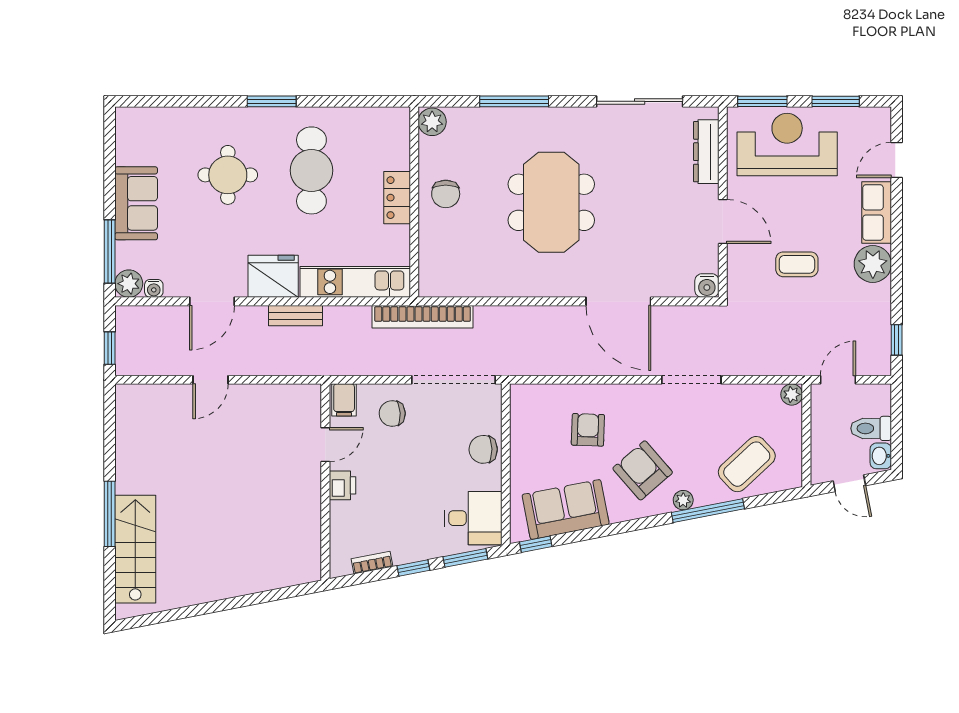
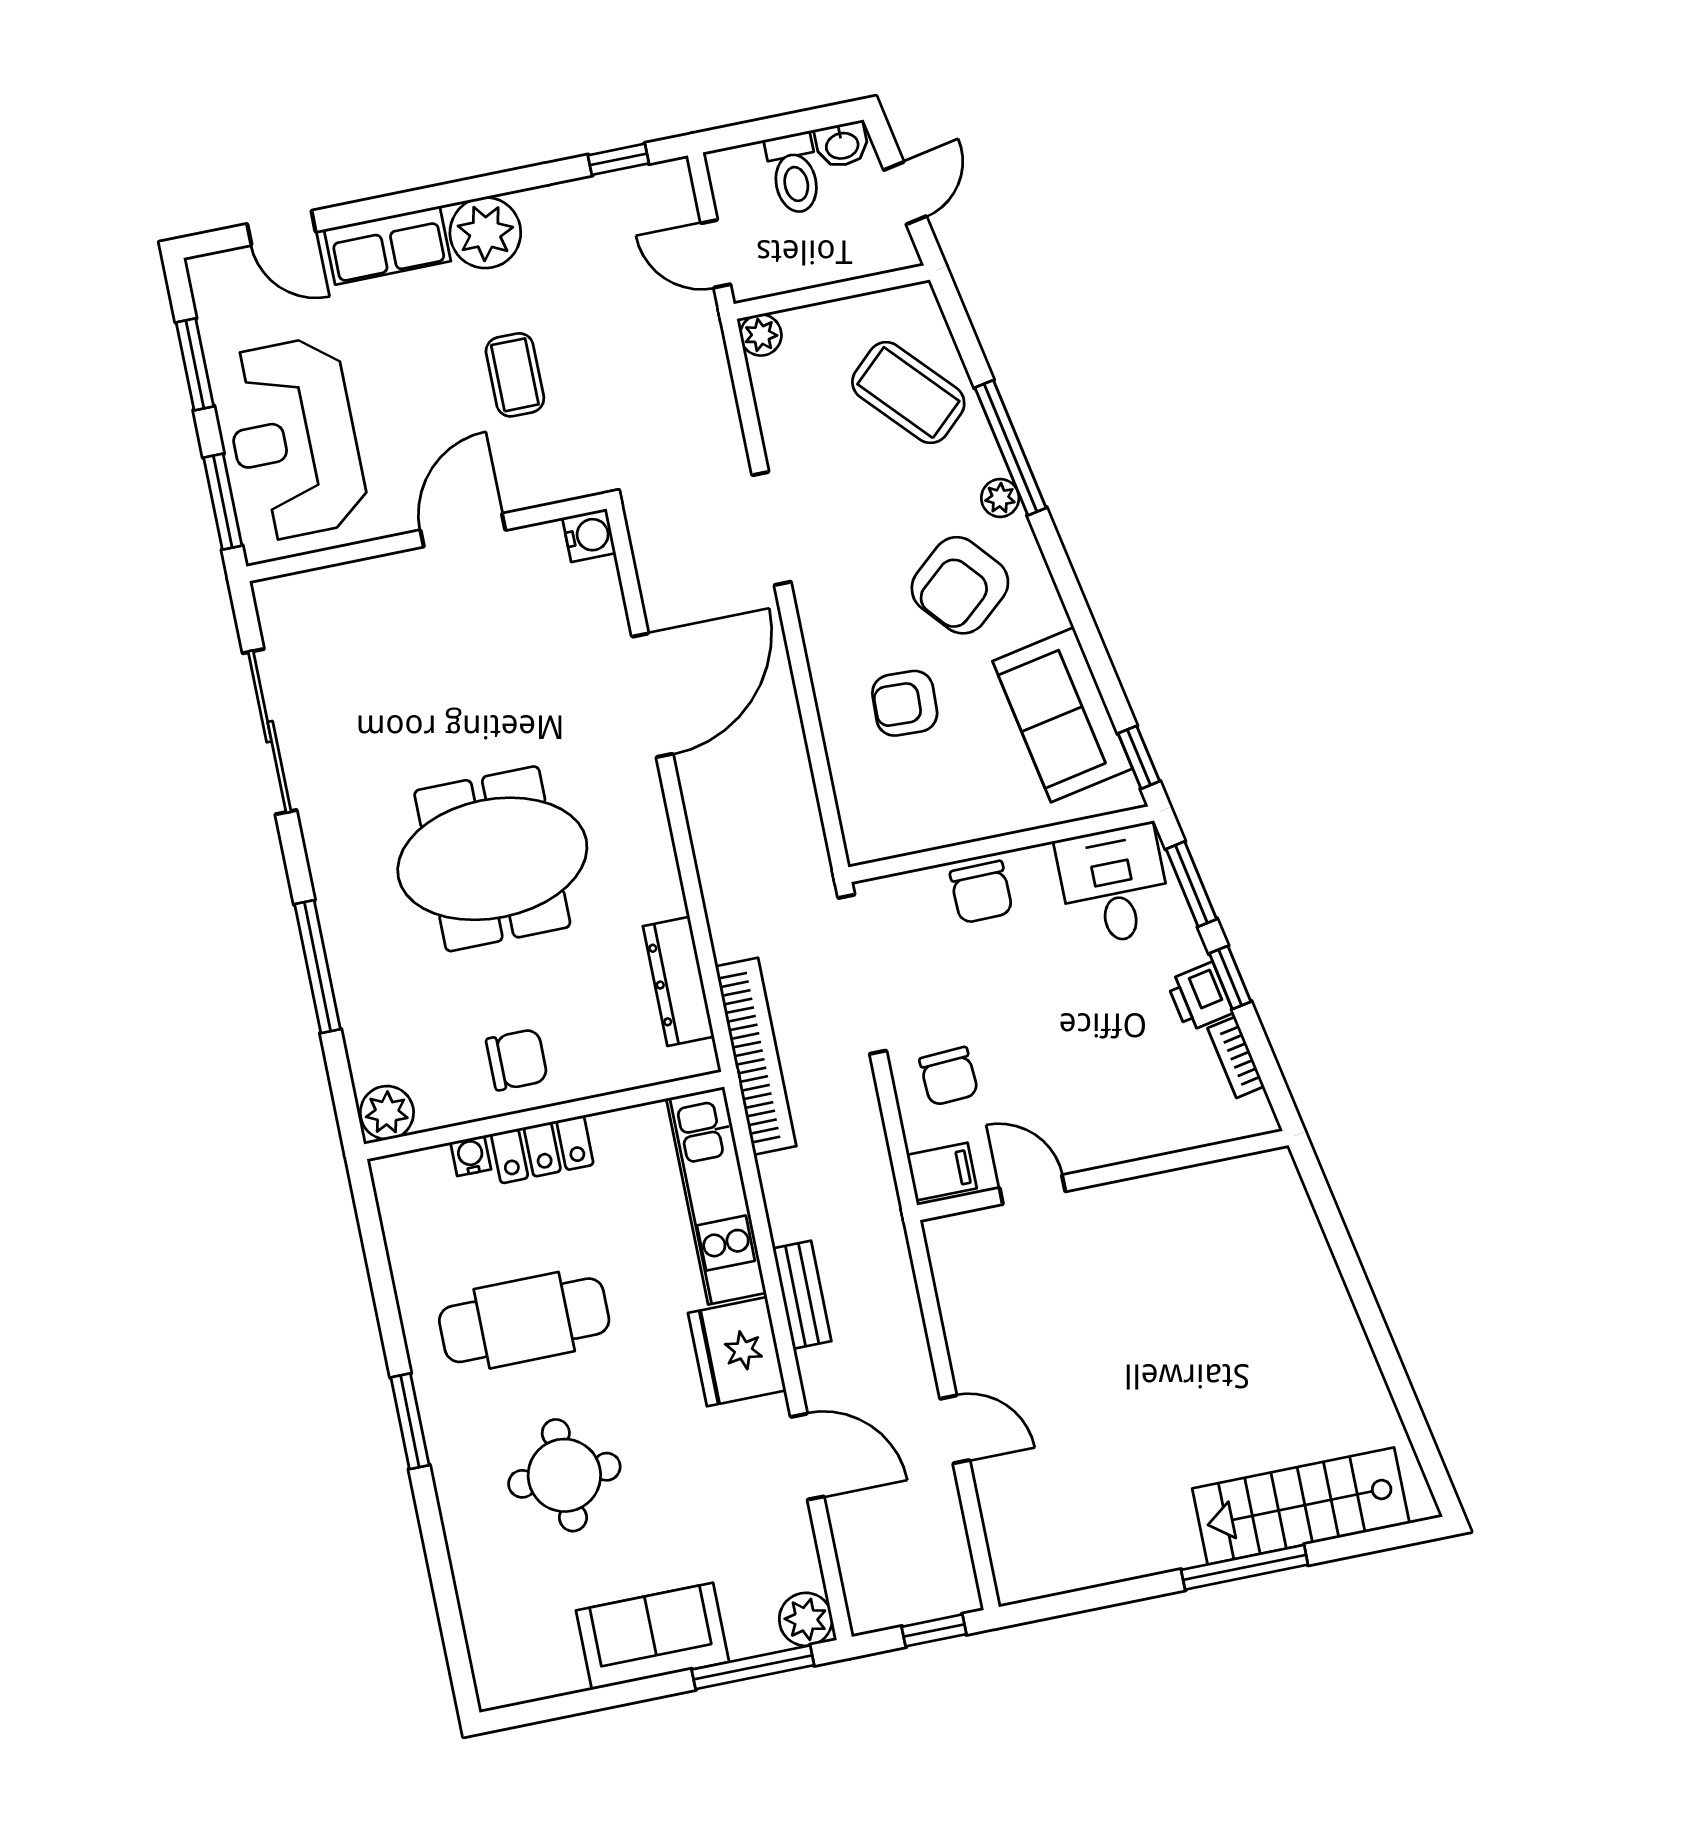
dresser: (706, 152) -> (679, 981), moved, turned 90
water cooler: (154, 288) -> (471, 1156), moved, turned -90
printer: (343, 485) -> (1200, 997), moved, turned -101

